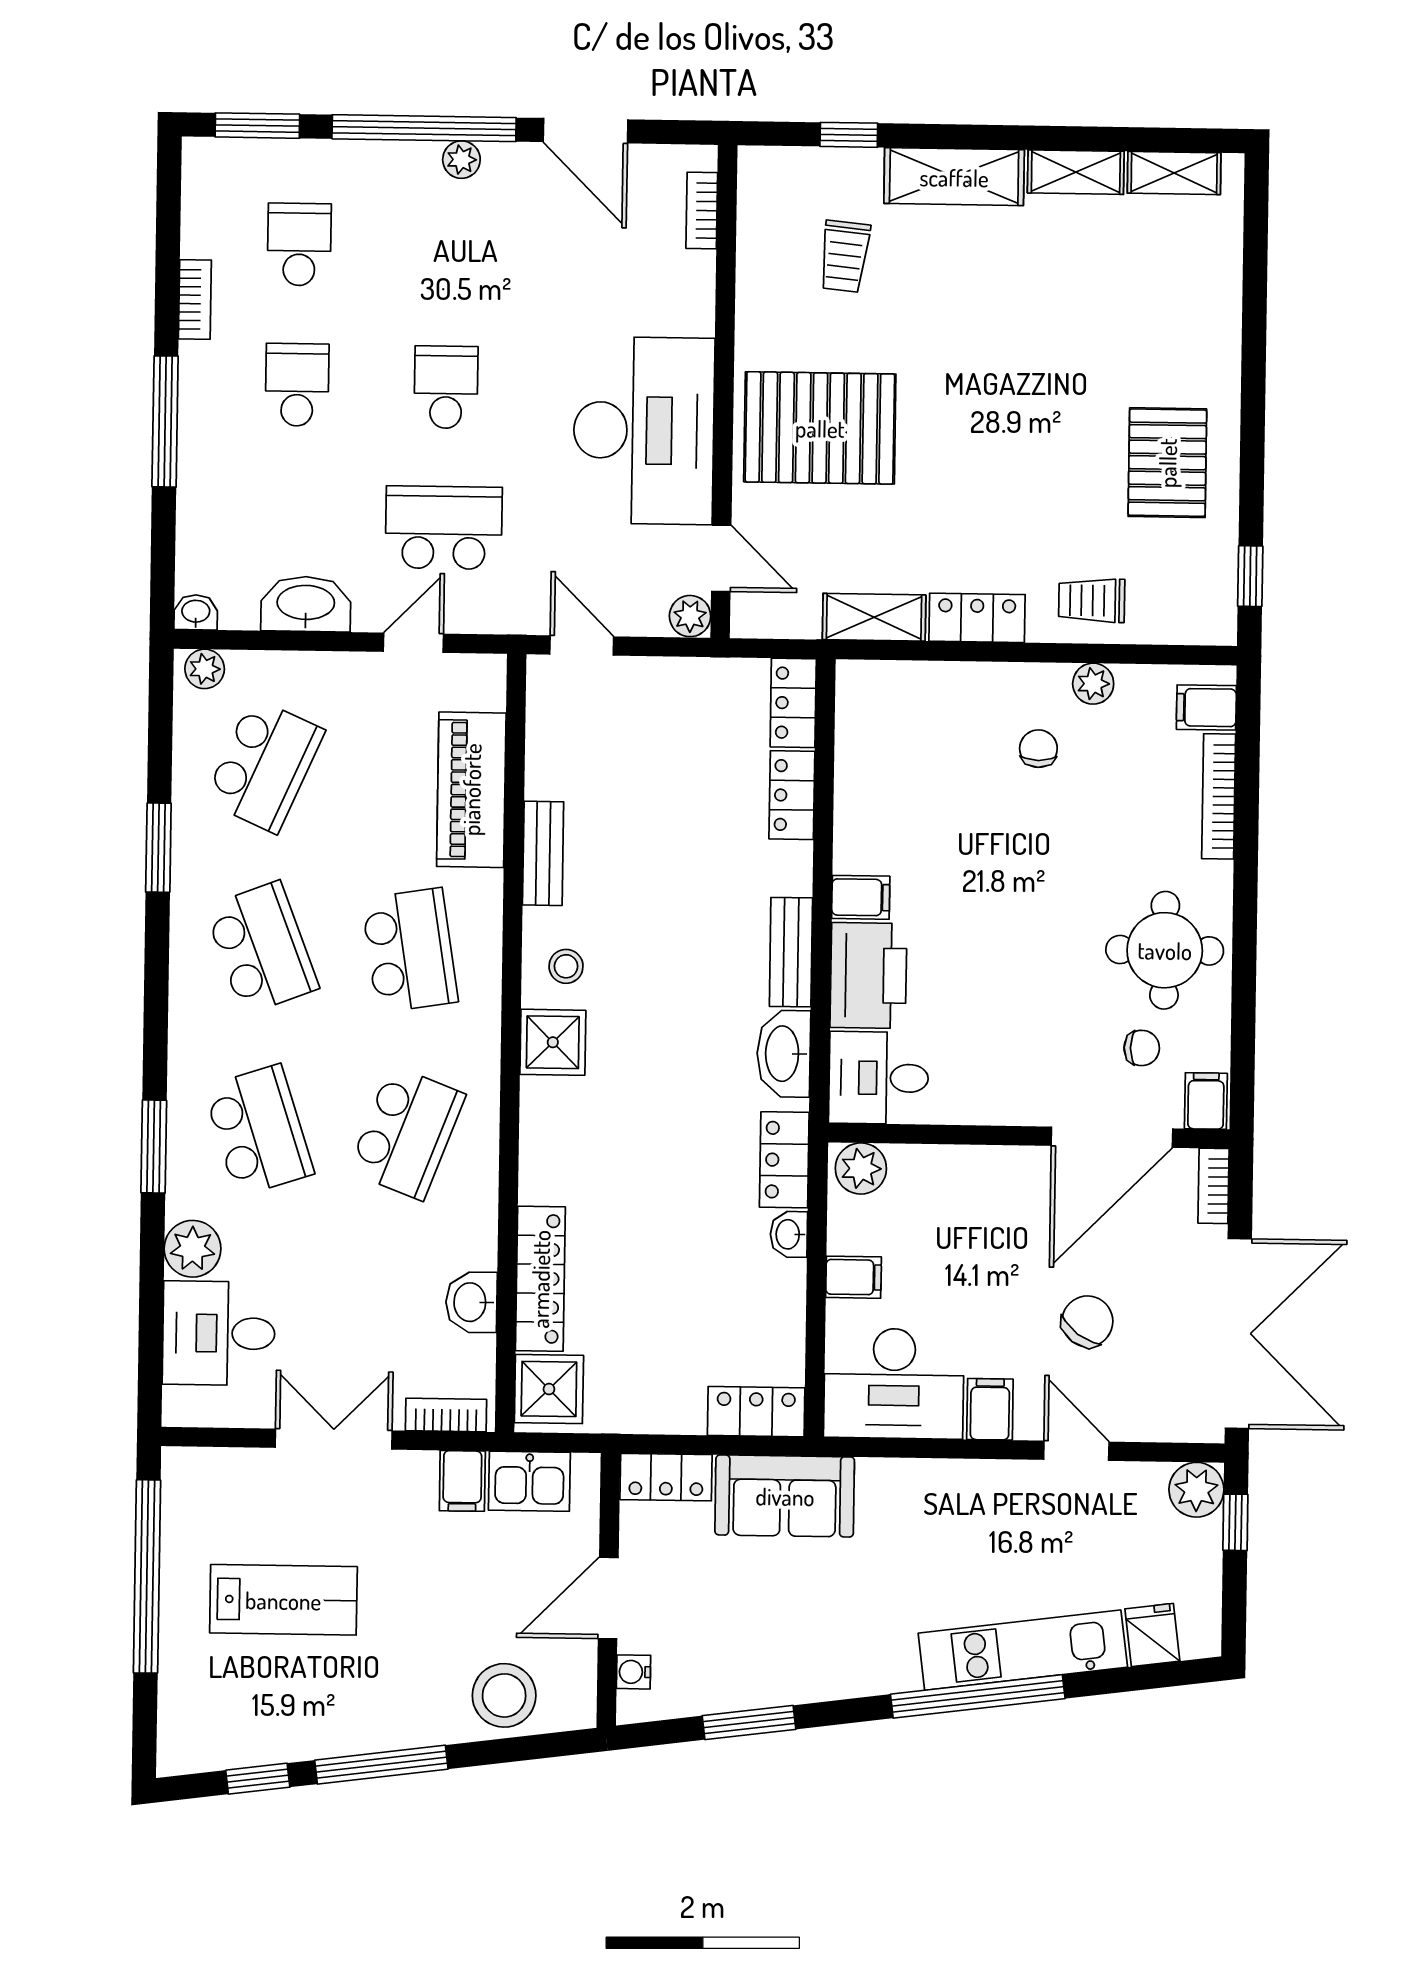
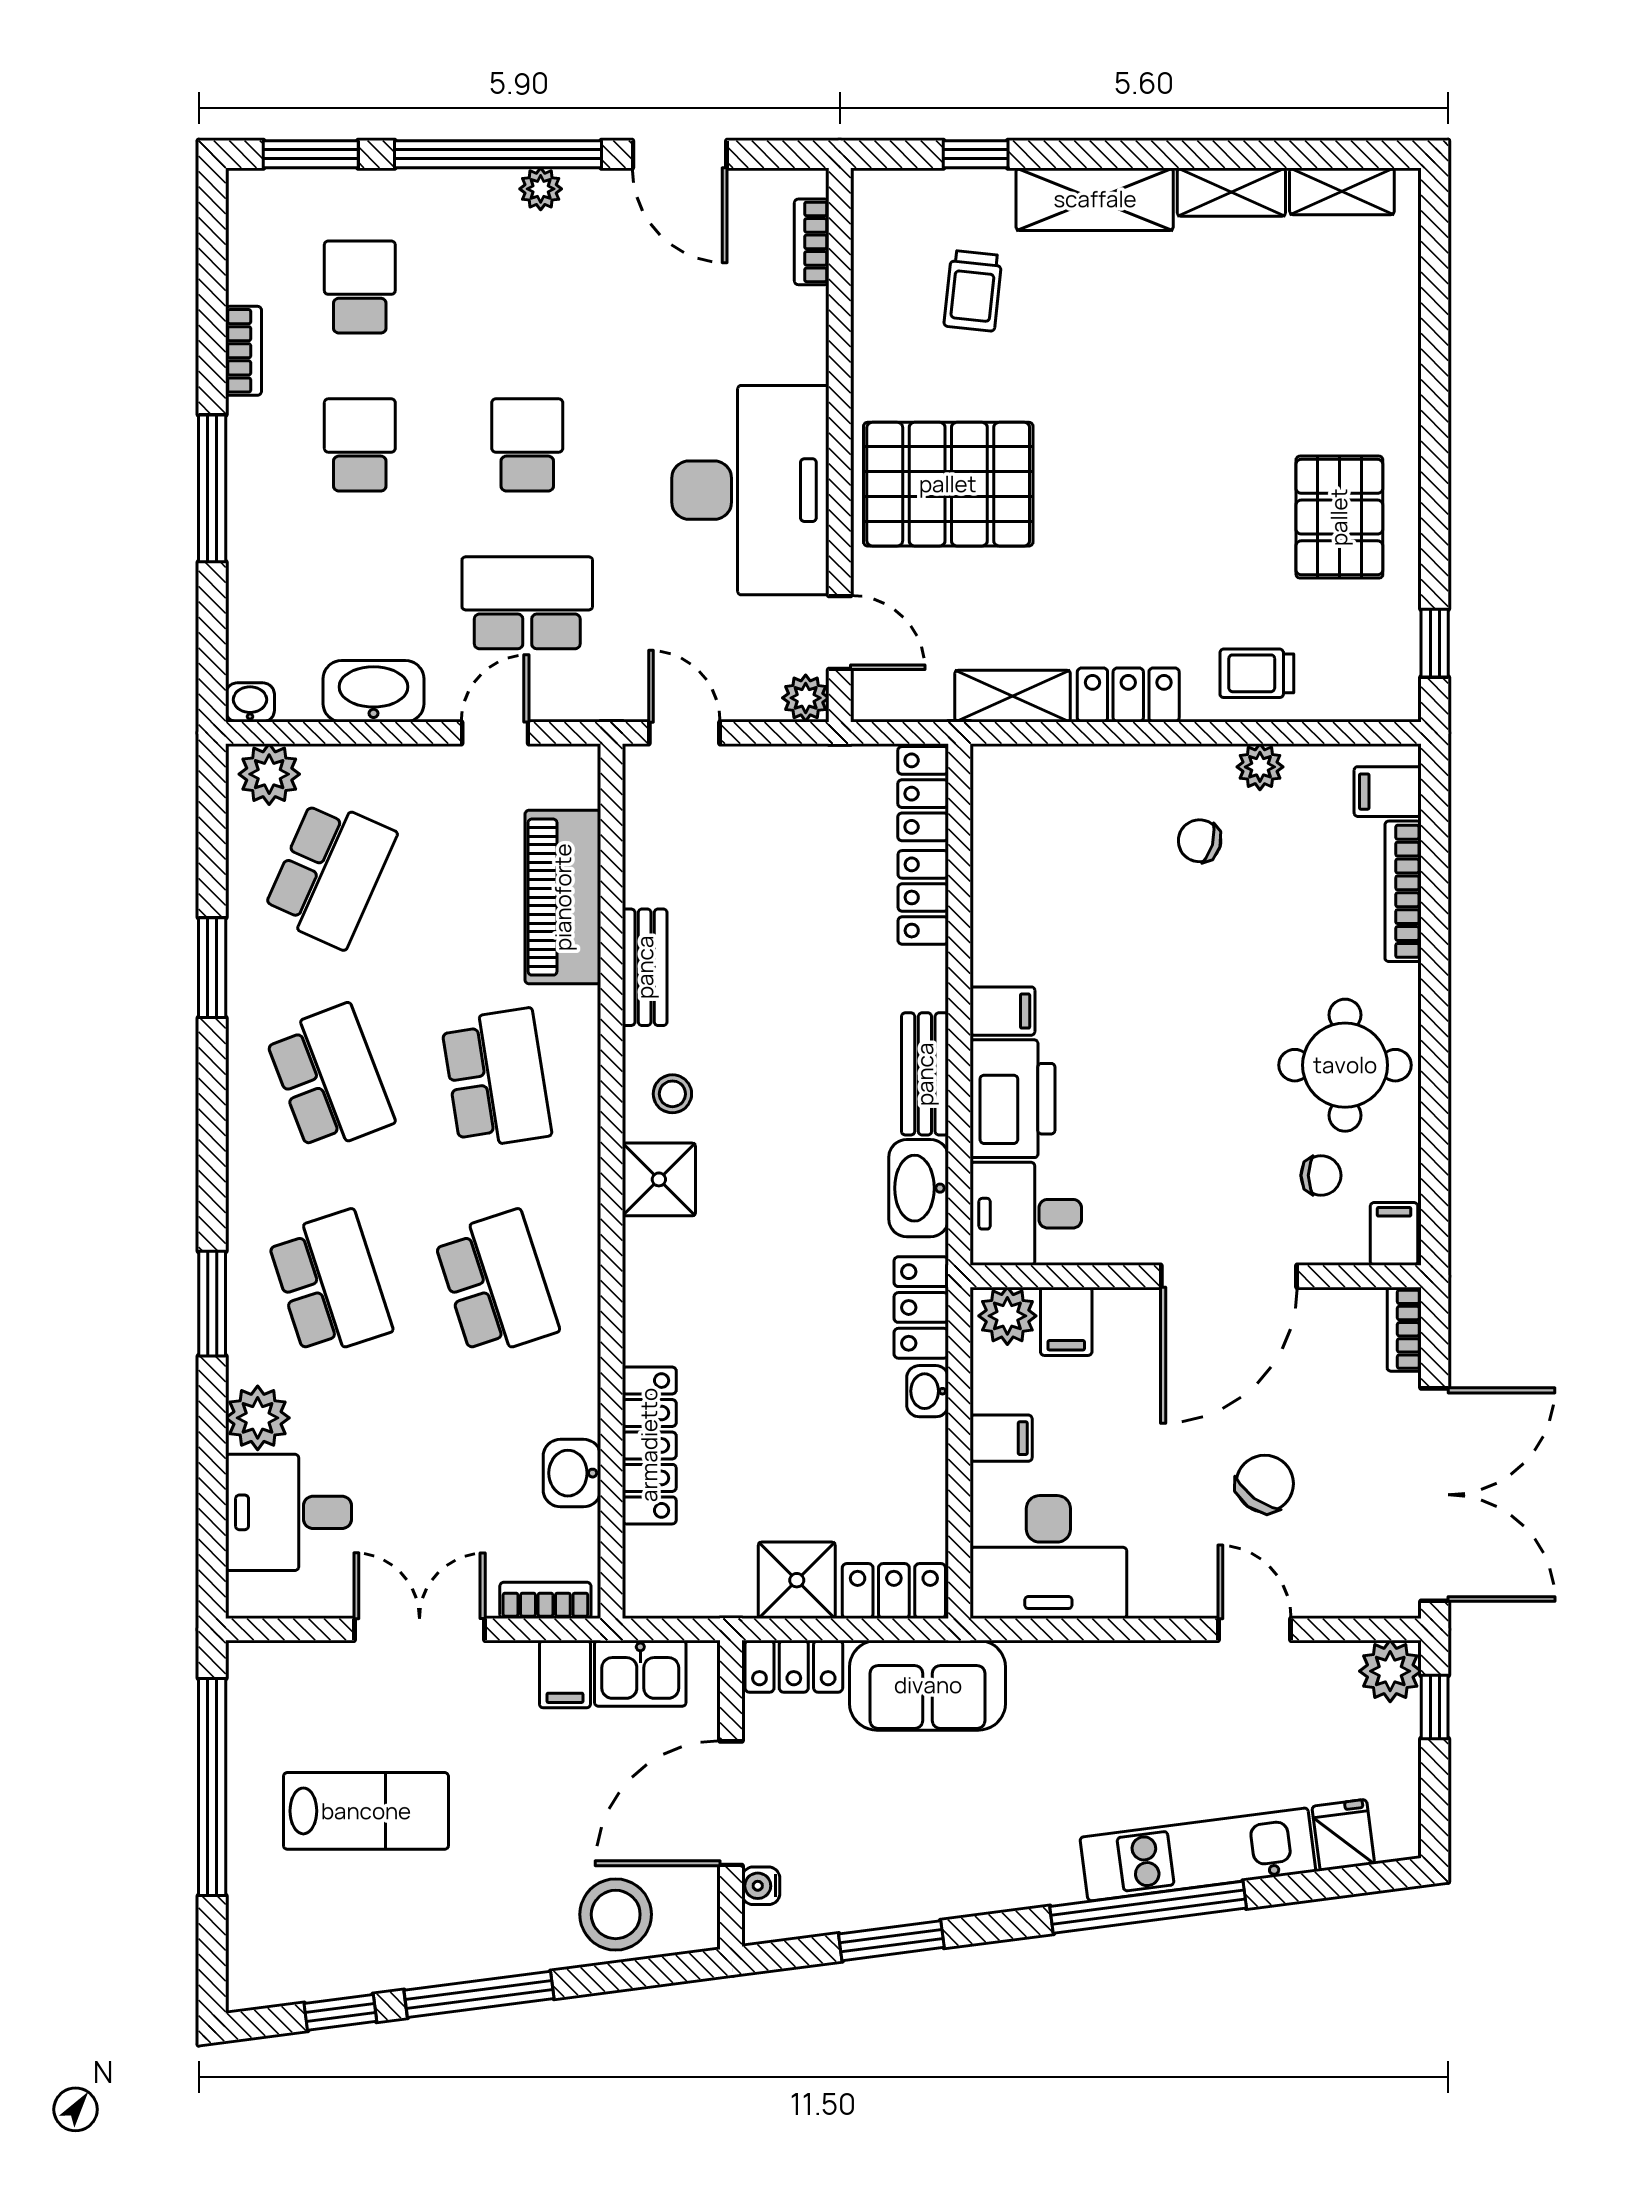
plant: (205, 669) -> (269, 774), width x1.38, depth x1.38
chair: (1038, 749) -> (1200, 841), turned -74
school desk: (407, 1133) -> (496, 1284), turned -39
door: (1112, 1137) -> (1229, 1276), moved
shower: (549, 1389) -> (797, 1580), moved
filing cabinet: (990, 1409) -> (1066, 1321), moved, turned 180
door: (608, 1598) -> (731, 1803), width x1.36

